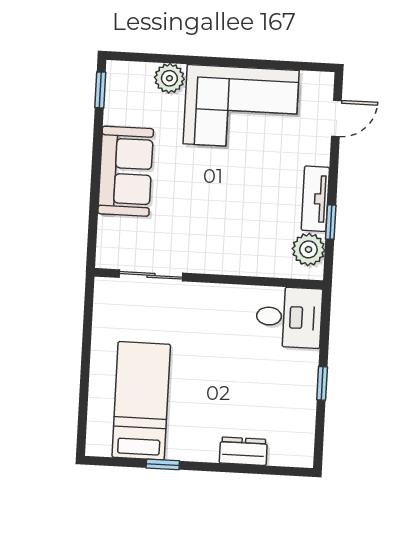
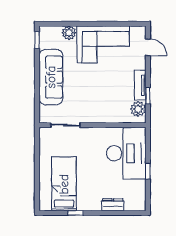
door: (336, 118) -> (148, 47), hinge flipped
sofa: (126, 171) -> (51, 77), width x1.36
desk: (289, 317) -> (126, 153), width x1.87, depth x1.30

